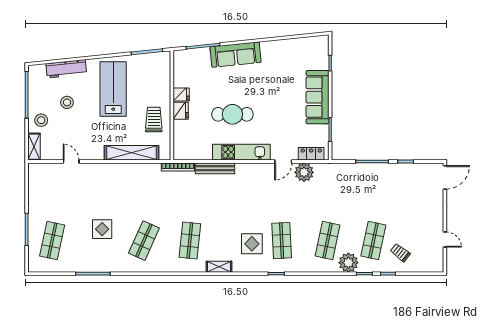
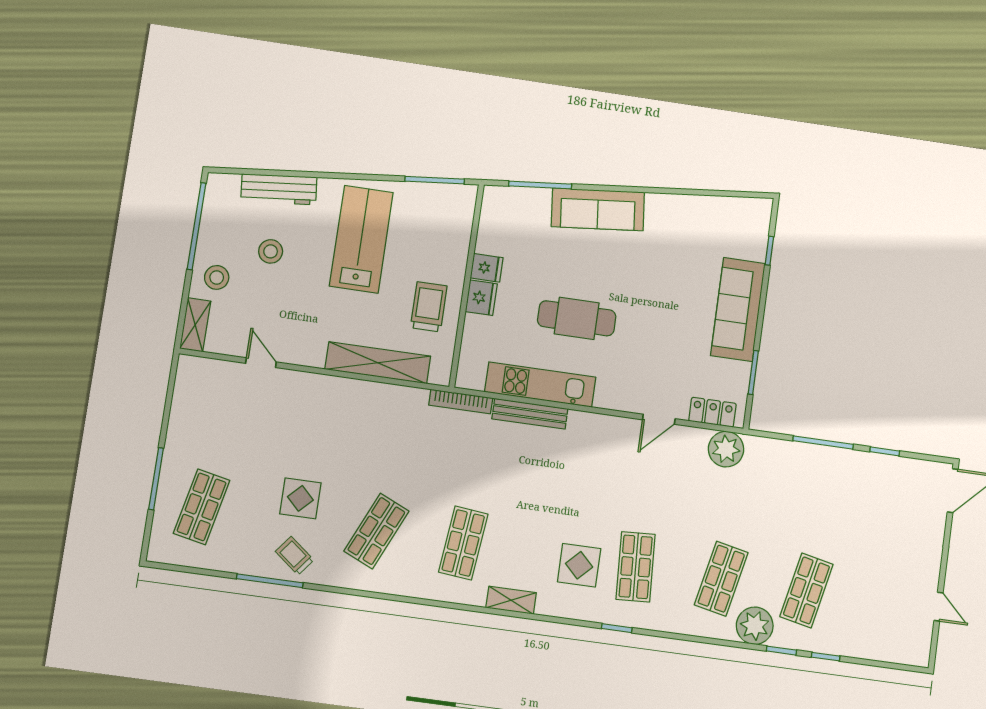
kitchen unit: (241, 152) -> (540, 385), moved
plant: (304, 172) -> (726, 449), moved
trolley: (400, 253) -> (295, 556), moved

